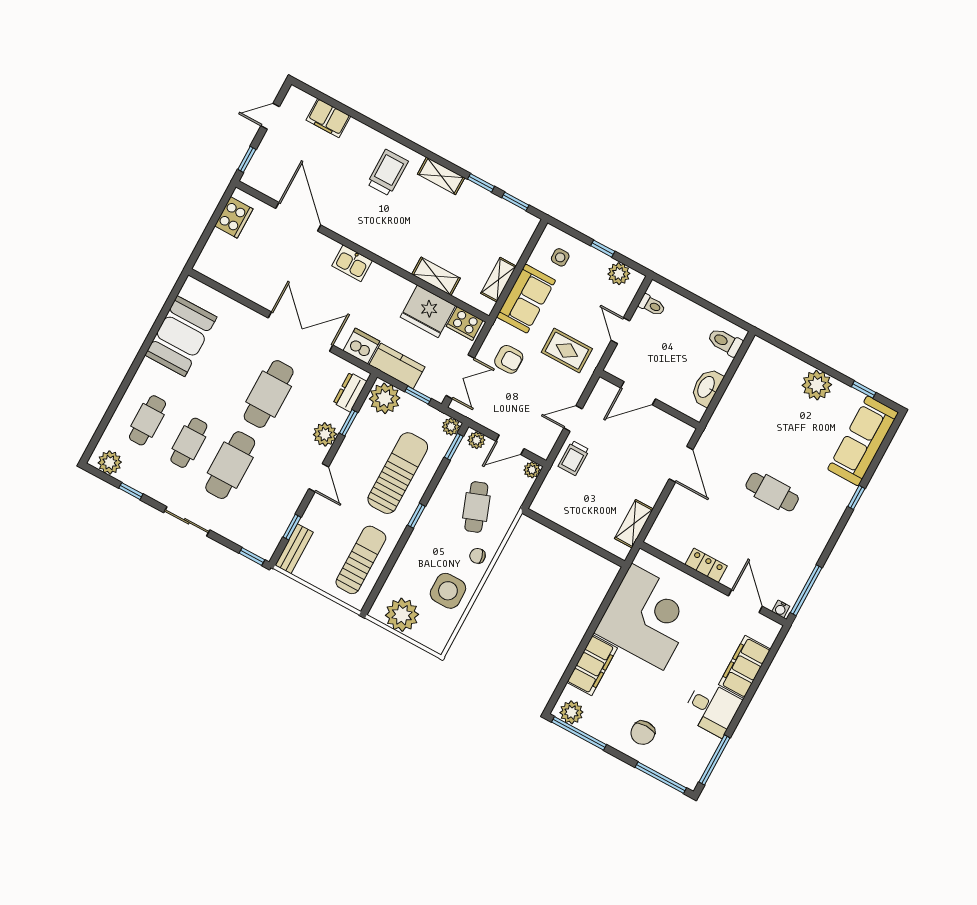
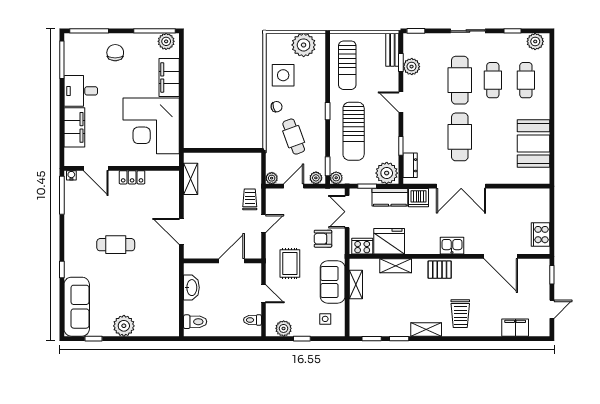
pallet: (384, 242) -> (440, 270), added
rug: (567, 351) -> (290, 264), turned 90
plant: (325, 434) -> (412, 67), moved

